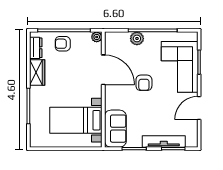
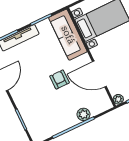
corner sofa: (180, 67) -> (36, 107), removed
sofa: (115, 129) -> (68, 35), width x1.36

